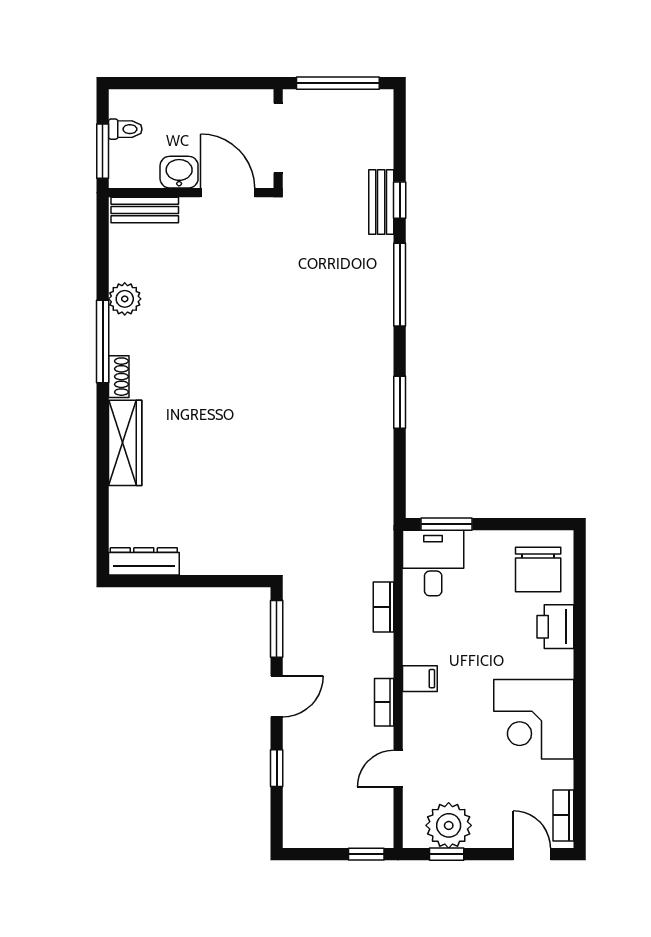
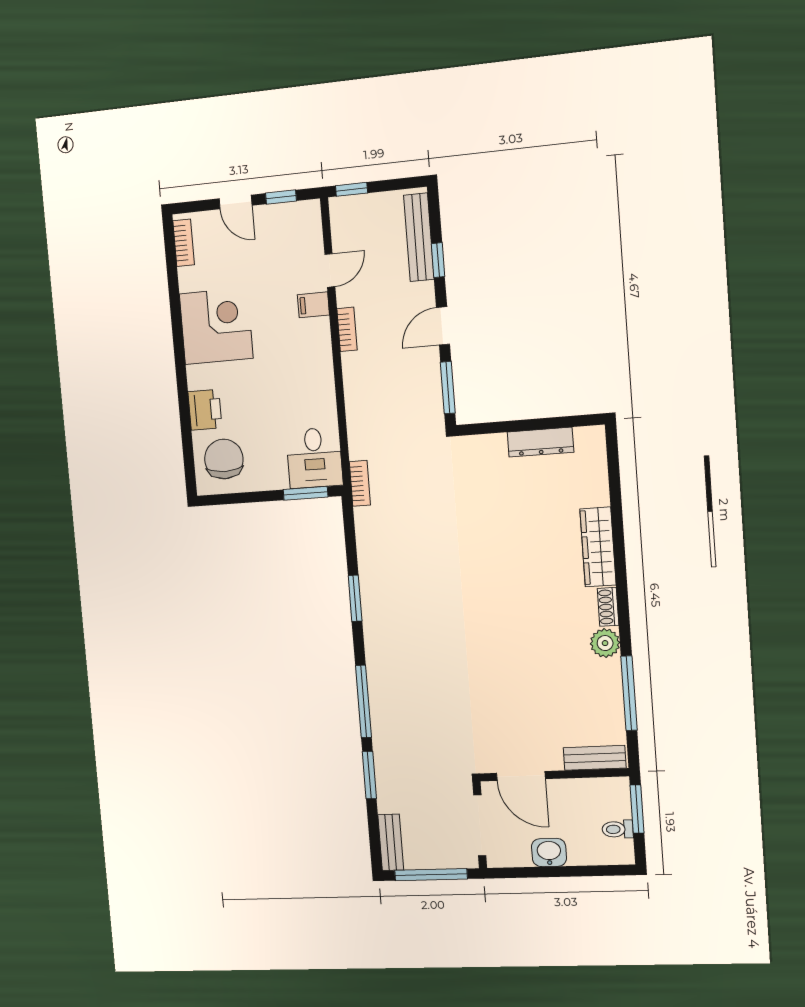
washbasin: (179, 172) -> (549, 852), moved, turned 180
window: (400, 200) -> (369, 775), width x1.50
bench: (381, 202) -> (391, 842), moved
plant: (125, 299) -> (605, 643), moved
window: (103, 341) -> (629, 693), moved
dresser: (144, 561) -> (540, 442), moved
bookcase: (383, 607) -> (360, 483), moved
filing cabinet: (420, 679) -> (313, 305), moved
bench: (296, 795) -> (419, 237), added
plant: (449, 825) -> (281, 223), removed
door: (532, 854) -> (236, 202), moved

